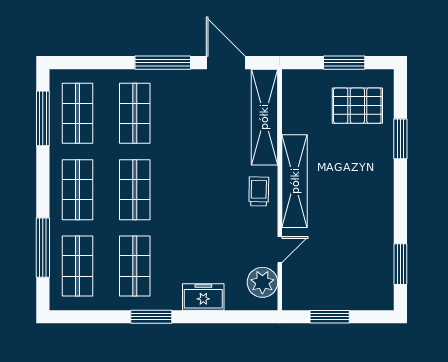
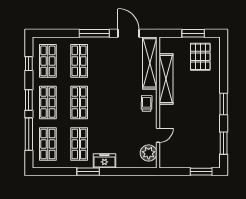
pallet: (357, 106) -> (200, 57), turned 90
window: (43, 118) -> (29, 64), width x0.46
window: (400, 139) -> (224, 104), moved
shelving: (295, 181) -> (166, 79), moved
window: (43, 185) -> (29, 100), added
freezer: (203, 297) -> (104, 161), moved
window: (330, 317) -> (201, 172), moved

